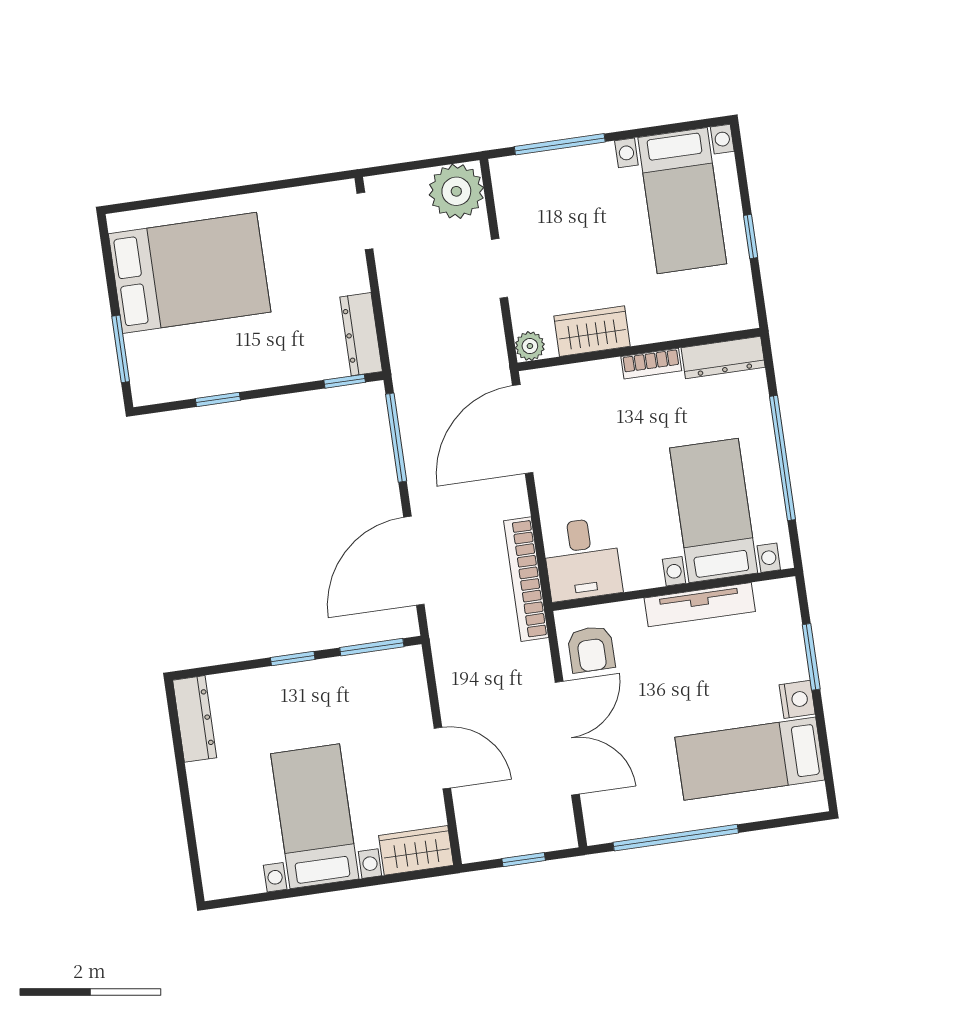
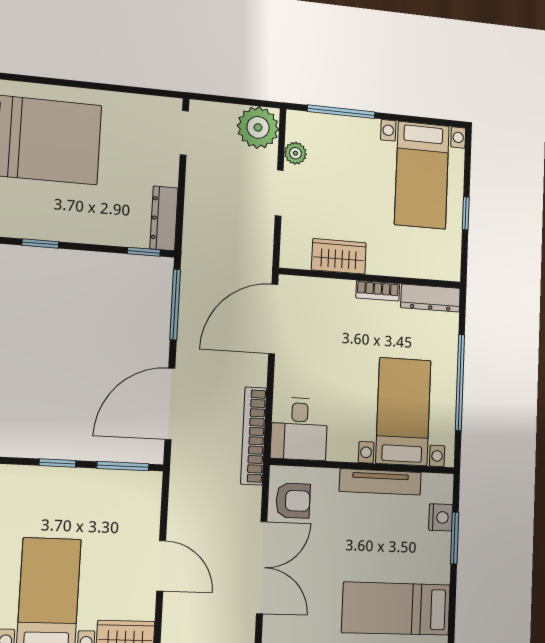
plant: (530, 346) -> (295, 153), moved
armchair: (591, 649) -> (293, 501), turned -90
nightstand: (797, 699) -> (441, 517), moved

